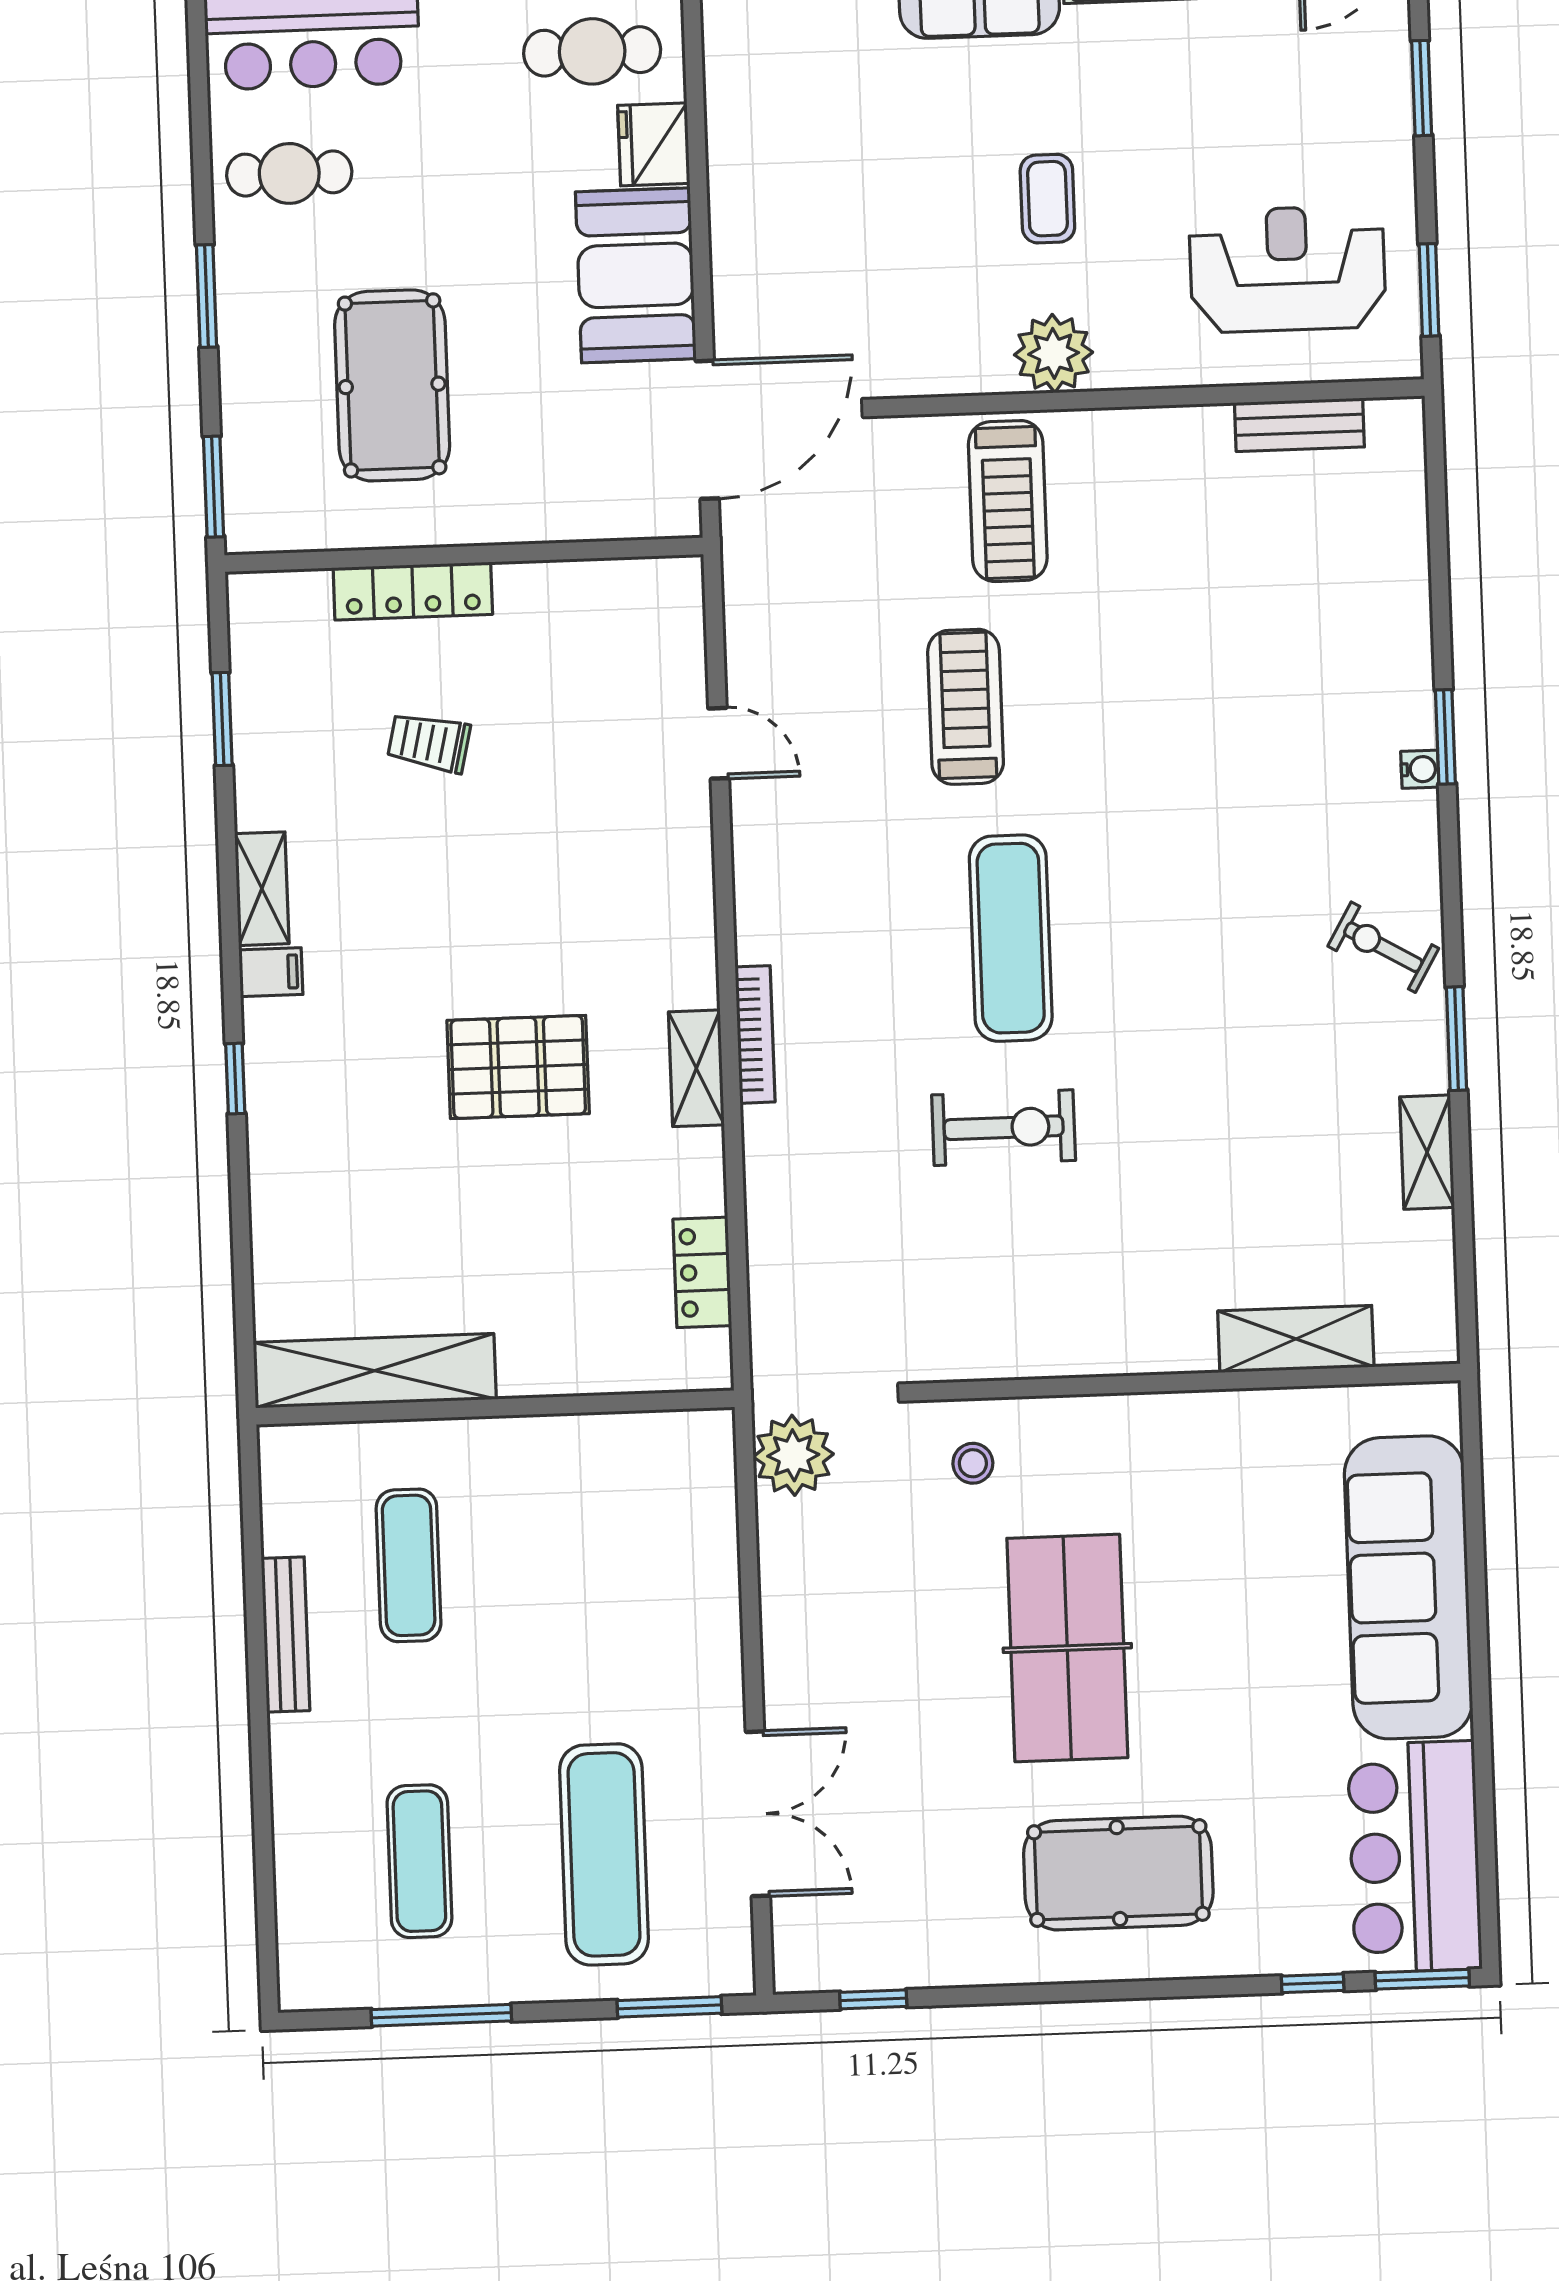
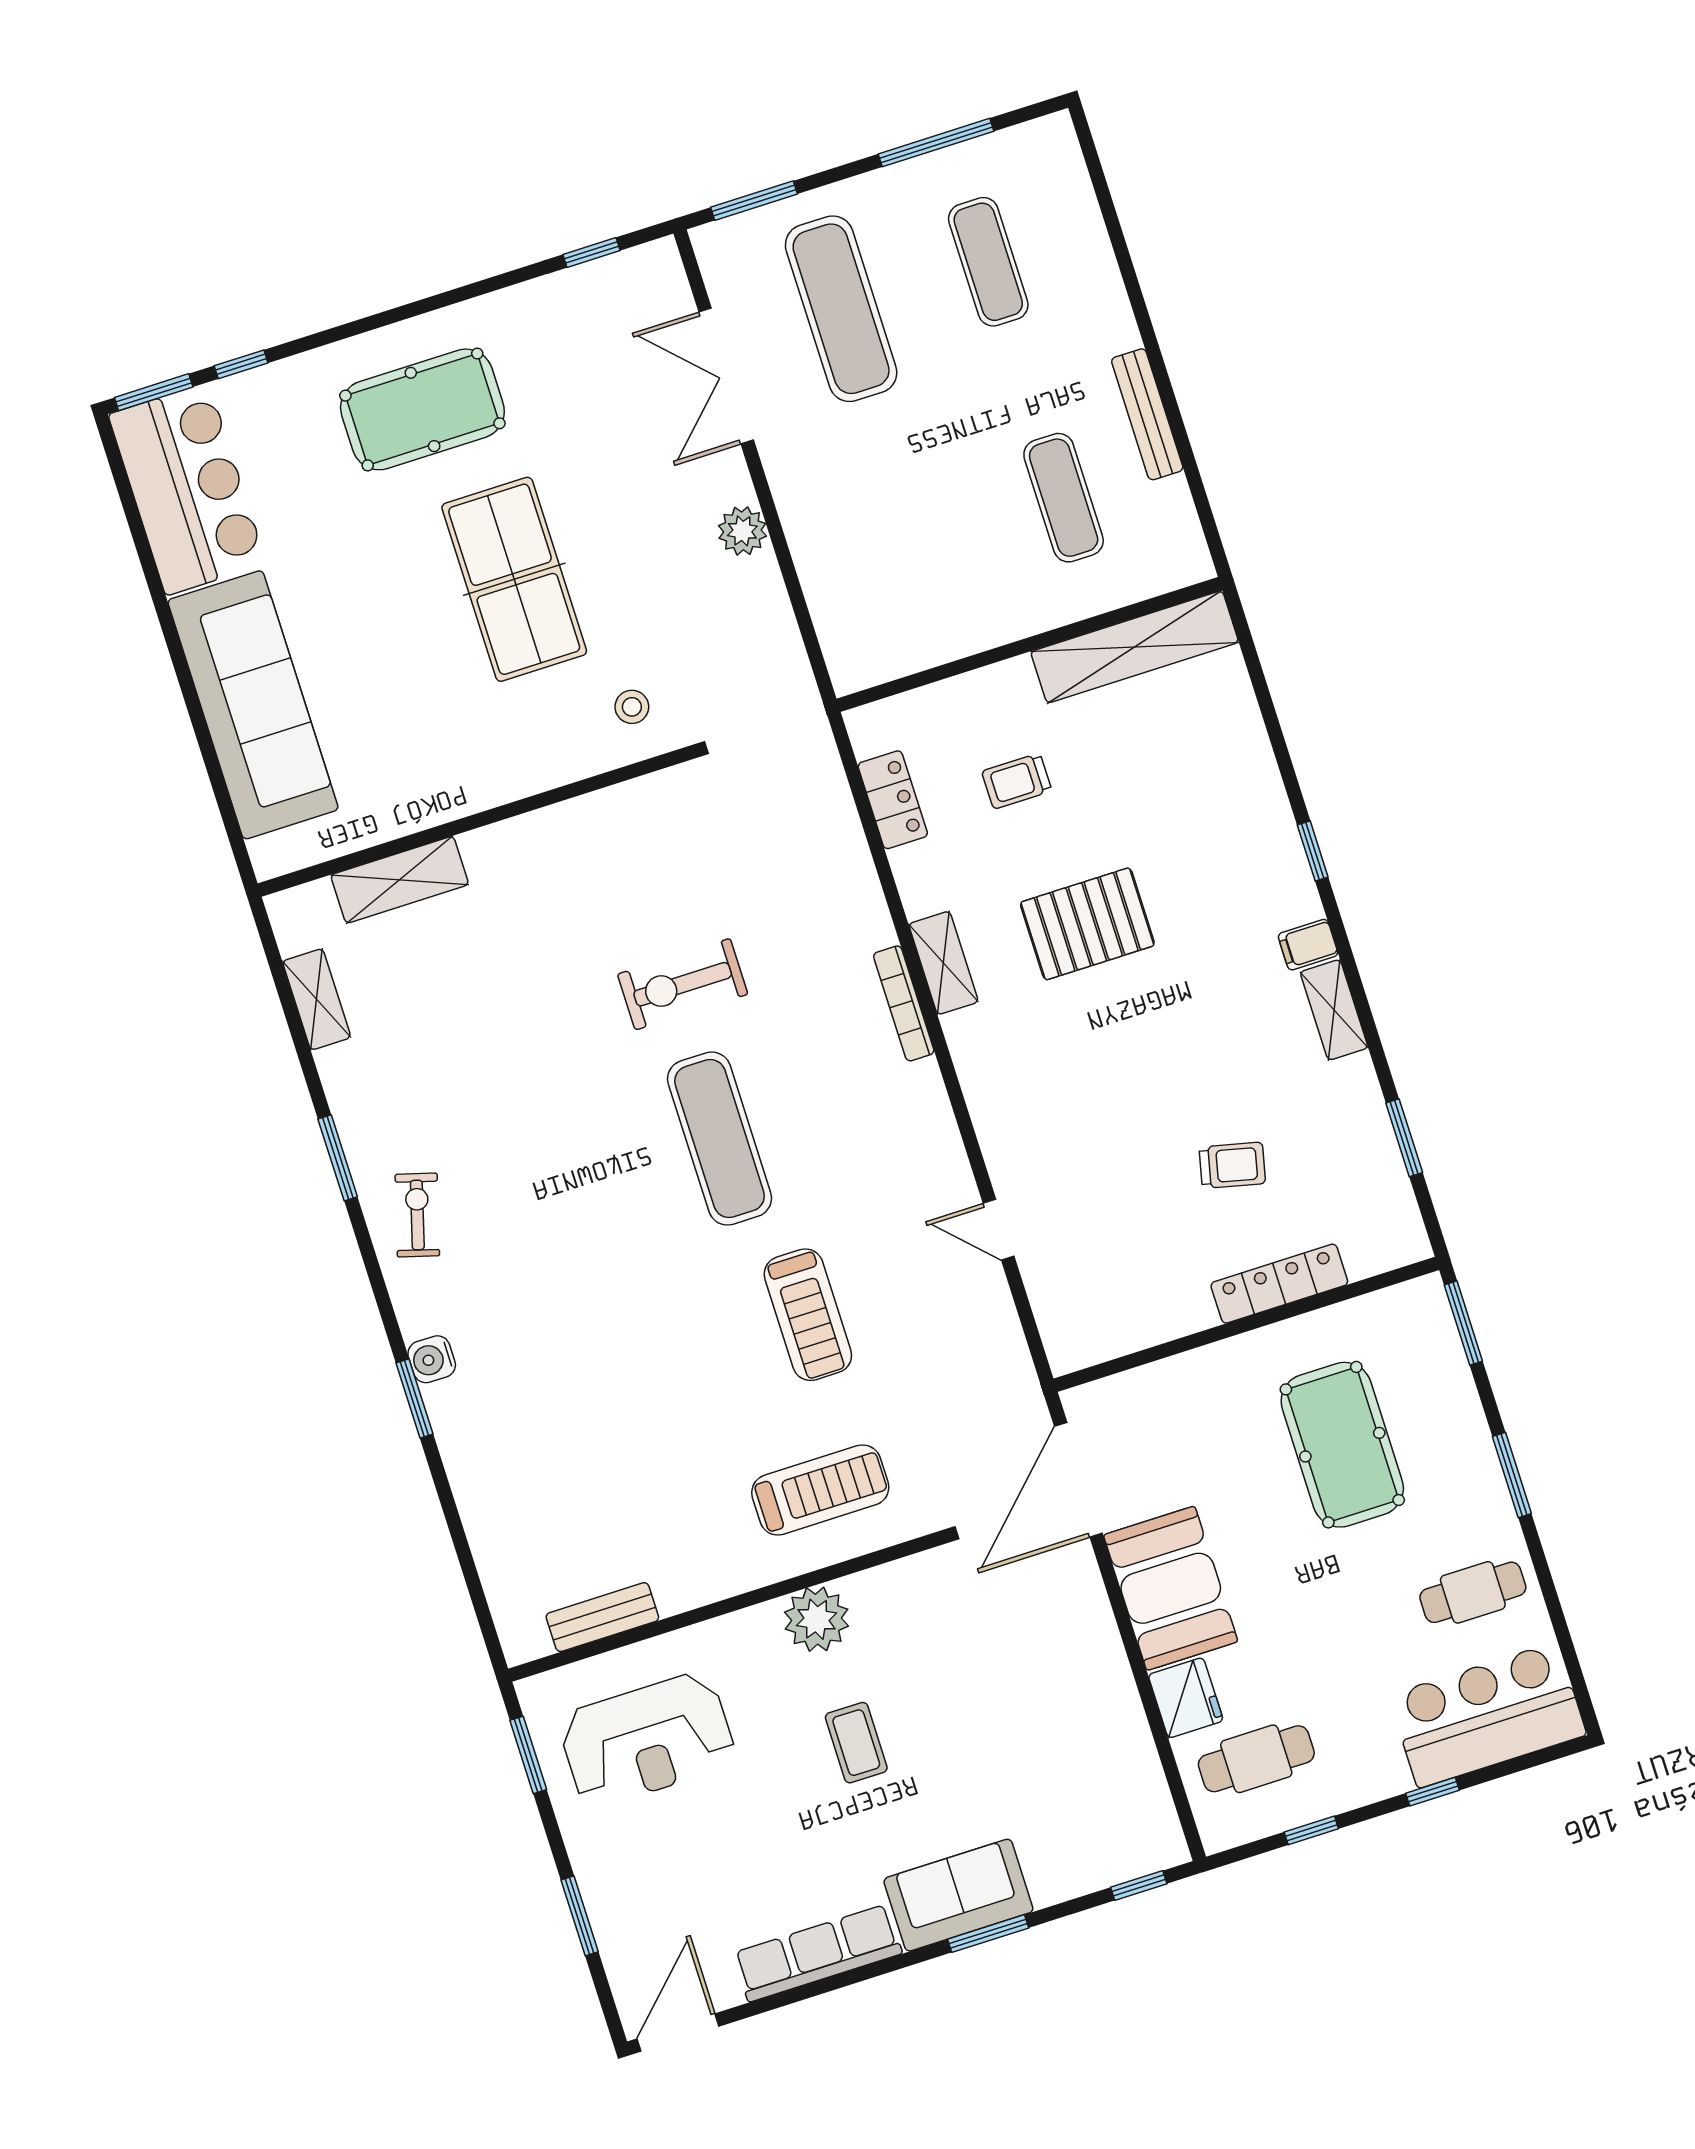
treadmill: (1008, 501) -> (820, 1490), turned 90
water cooler: (1420, 769) -> (432, 1359), width x1.38, depth x1.38
exercise bike: (1383, 947) -> (417, 1215), turned -104
shelving: (1427, 1152) -> (317, 999), moved
trolley: (554, 1254) -> (1017, 781), added
plant: (793, 1455) -> (742, 531), moved, width x0.73, depth x0.73

